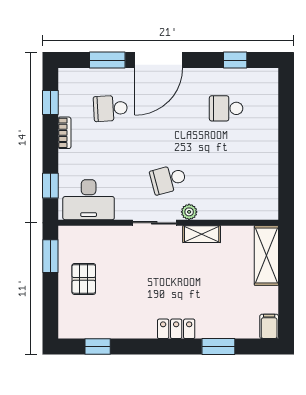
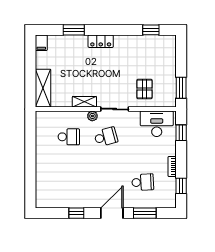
door: (159, 60) -> (112, 213), width x0.73
window: (235, 60) -> (76, 213), moved
school desk: (226, 108) -> (69, 137), moved
pallet: (84, 279) -> (144, 89), moved

